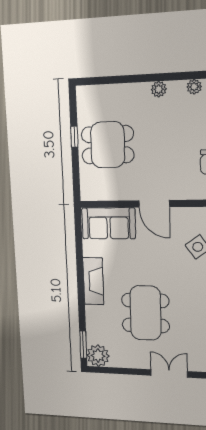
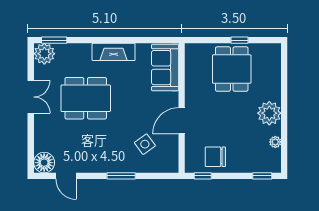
plant: (159, 89) -> (269, 113), width x1.88, depth x1.88
door: (154, 204) -> (182, 121), moved
double door: (169, 373) -> (31, 97), moved

